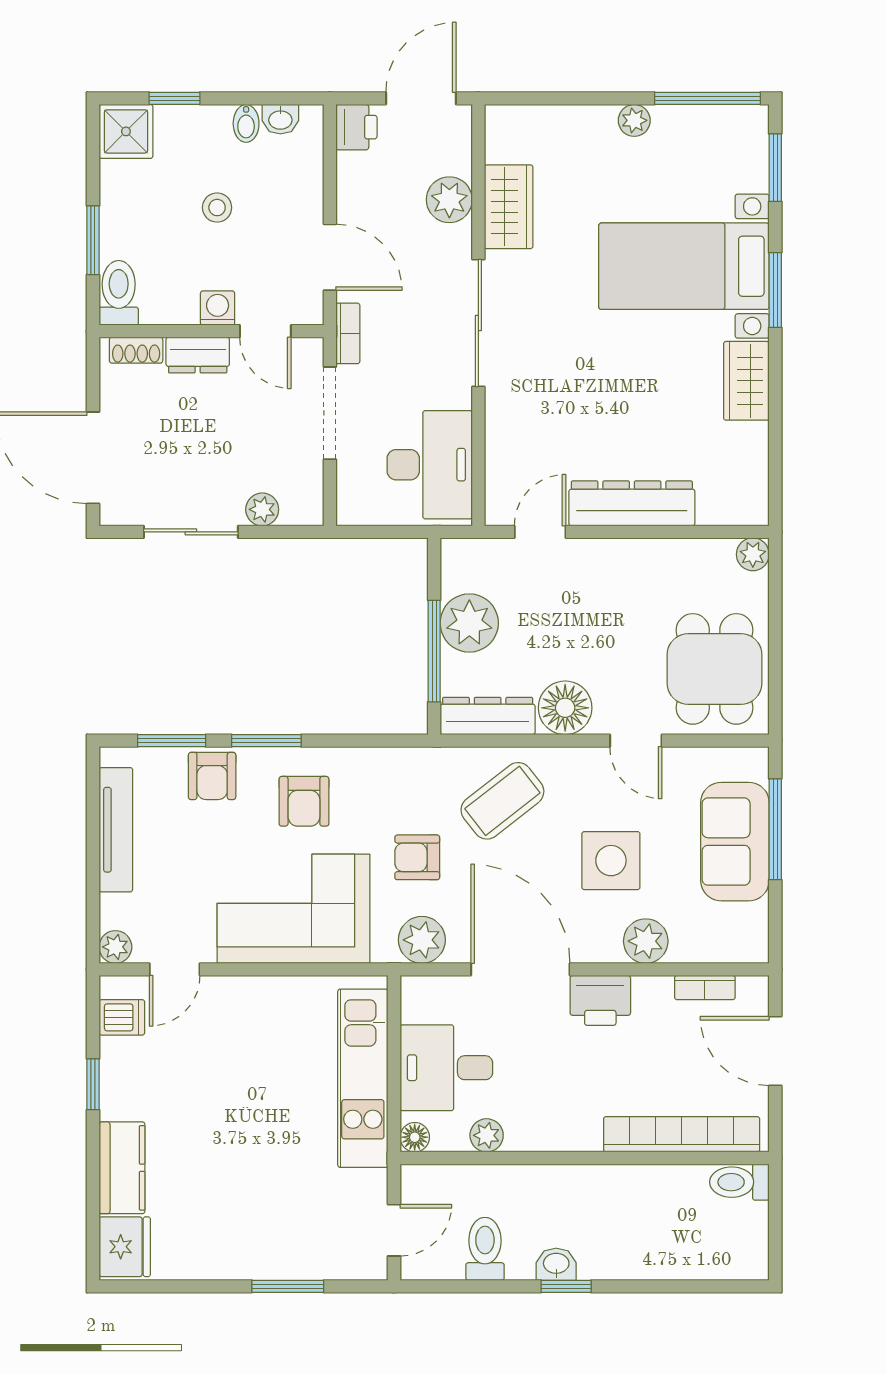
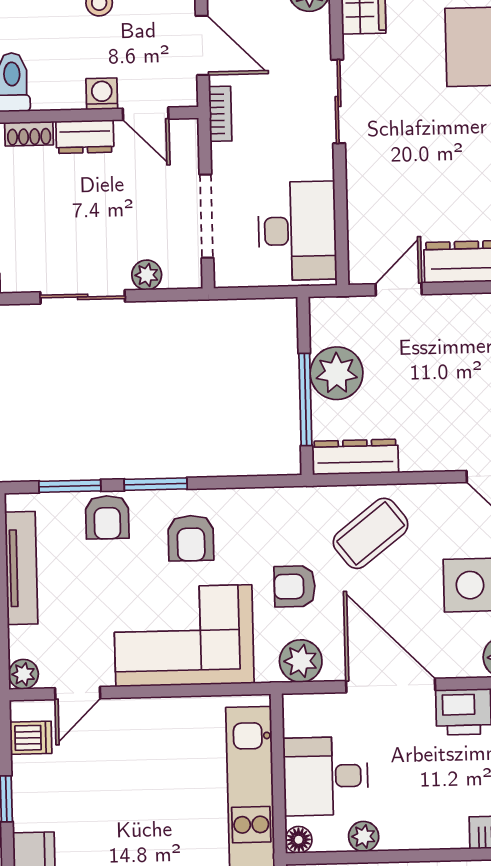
sliding door: (478, 323) -> (338, 102), width x0.73
doorway: (330, 413) -> (206, 216), moved
floor lamp: (565, 708) -> (425, 448), removed

